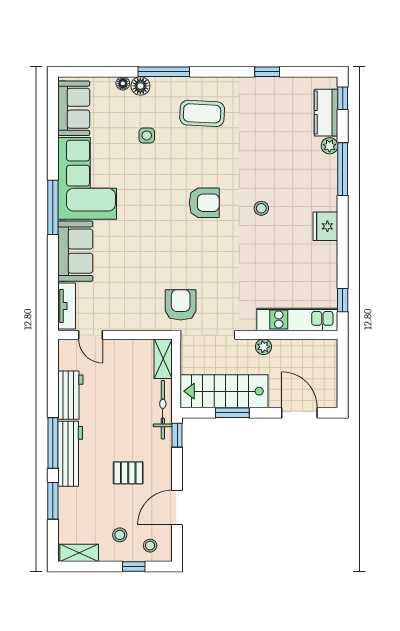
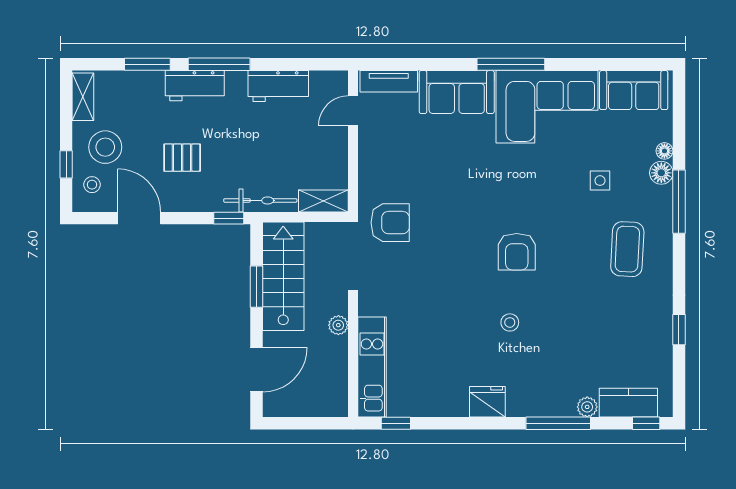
workbench: (70, 454) -> (195, 86), width x0.73
pallet: (128, 473) -> (182, 158), turned 90
stool: (120, 535) -> (105, 147), width x1.89, depth x1.89

